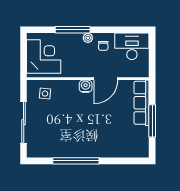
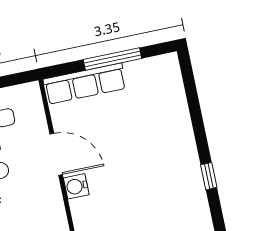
window: (76, 161) -> (209, 176), width x0.32

